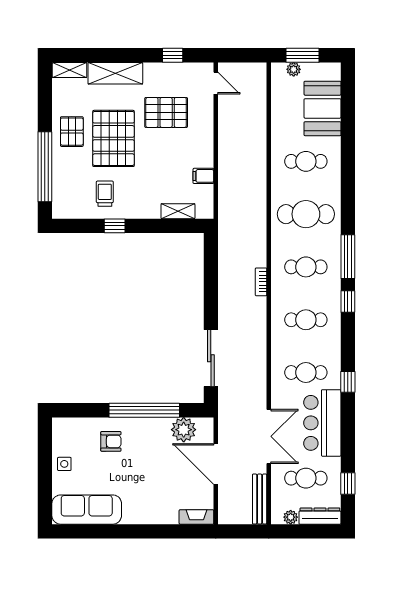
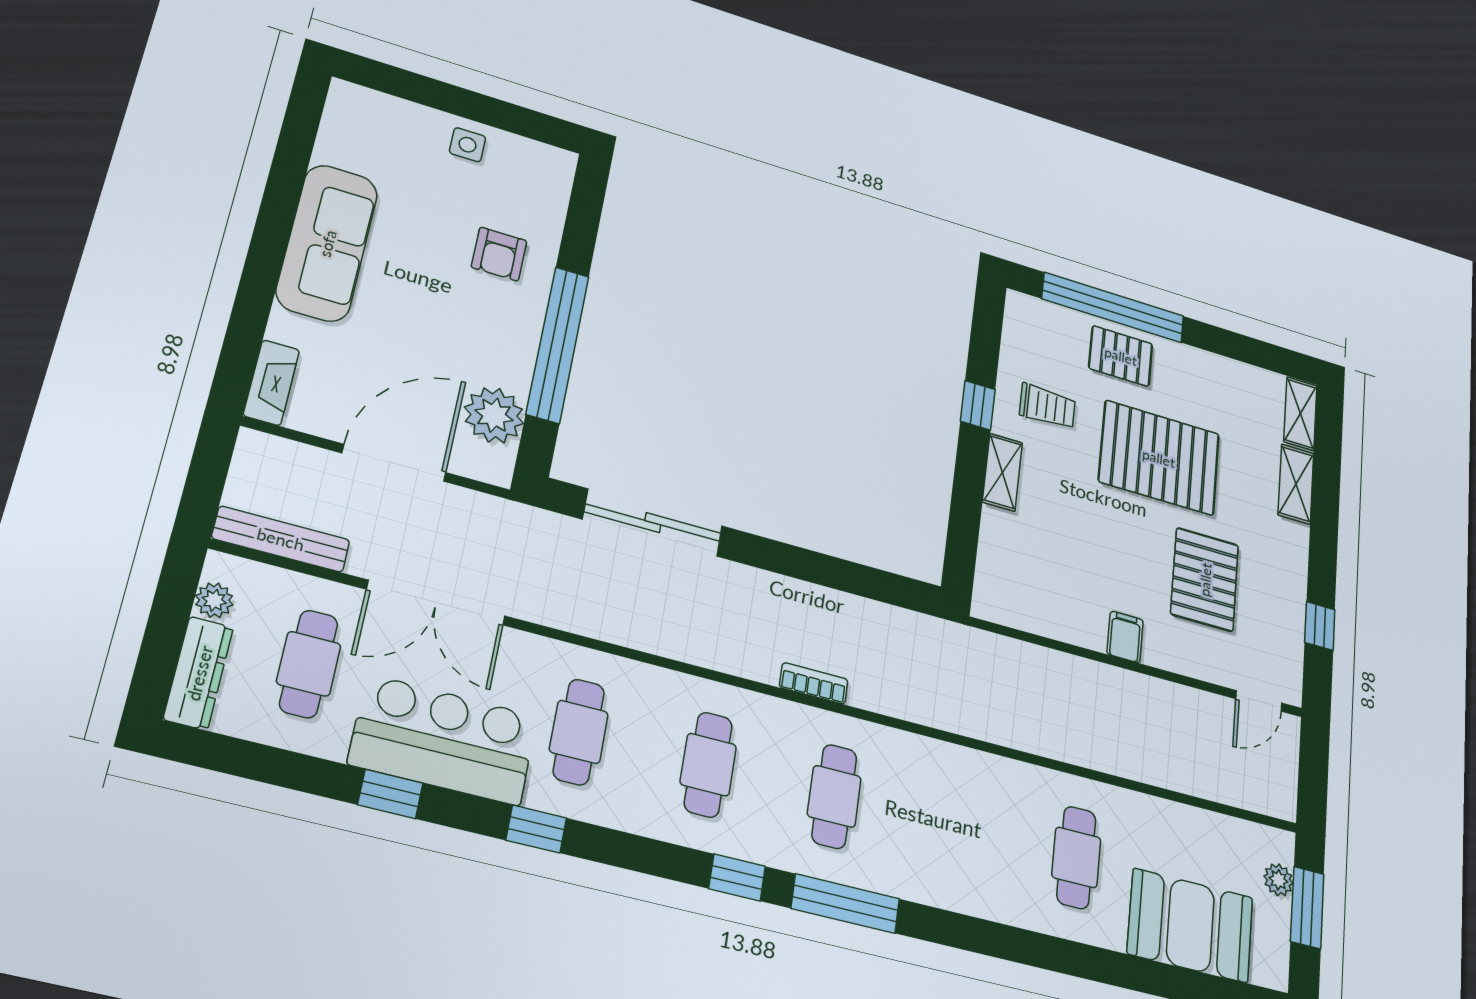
shelving: (115, 73) -> (1296, 484), width x0.67, depth x0.75
pallet: (72, 132) -> (1121, 356), moved
filing cabinet: (203, 176) -> (1125, 637), moved
shelving: (178, 211) -> (1002, 472), moved
cafe table: (306, 214) -> (957, 827), removed
window: (348, 483) -> (390, 794), moved
sofa: (87, 510) -> (327, 243), moved

